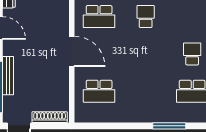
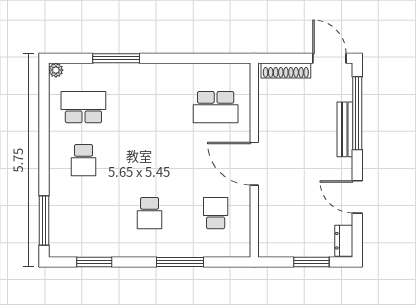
school desk: (99, 17) -> (216, 213), width x0.54
school desk: (99, 91) -> (216, 107), turned 180

